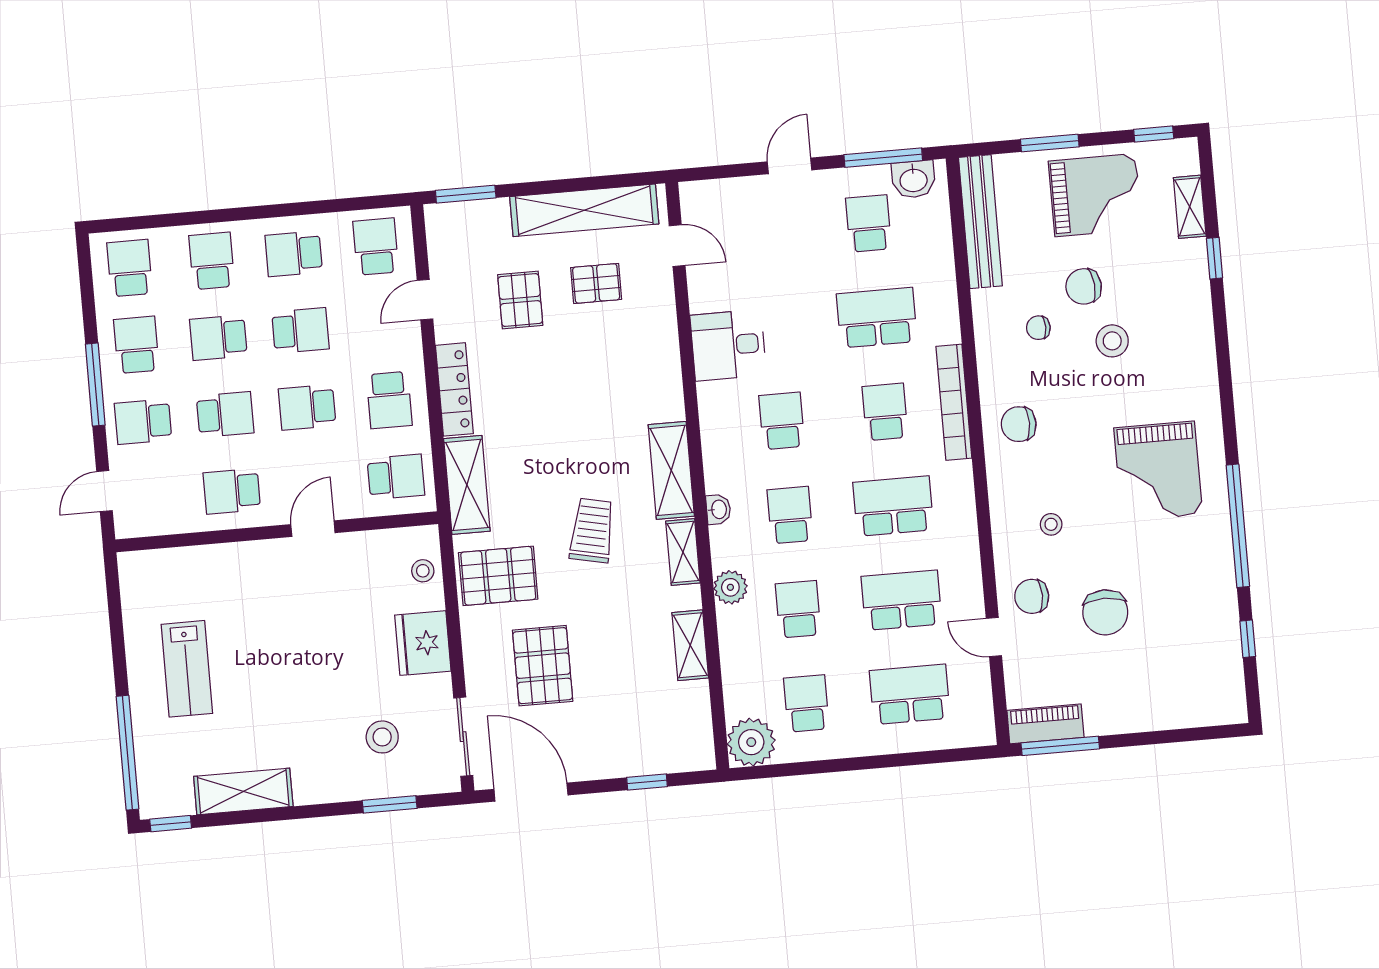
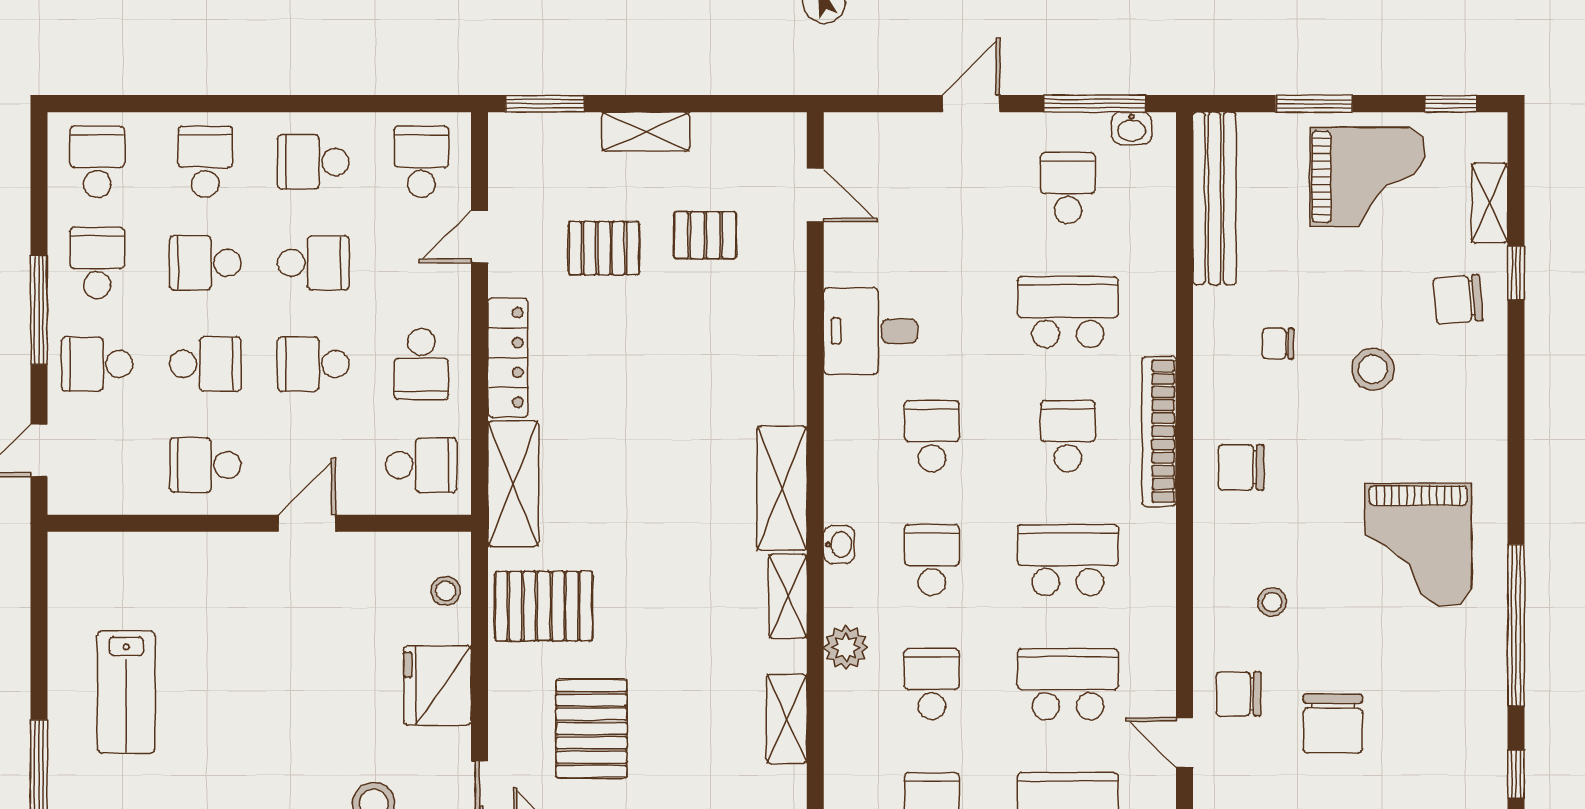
washbasin: (913, 179) -> (1132, 128), width x0.72, depth x0.69
shelving: (584, 210) -> (646, 132), width x0.45, depth x0.75
chair: (1084, 286) -> (1458, 300), moved
pallet: (520, 300) -> (604, 248), turned 90
trolley: (592, 530) -> (672, 558), removed

